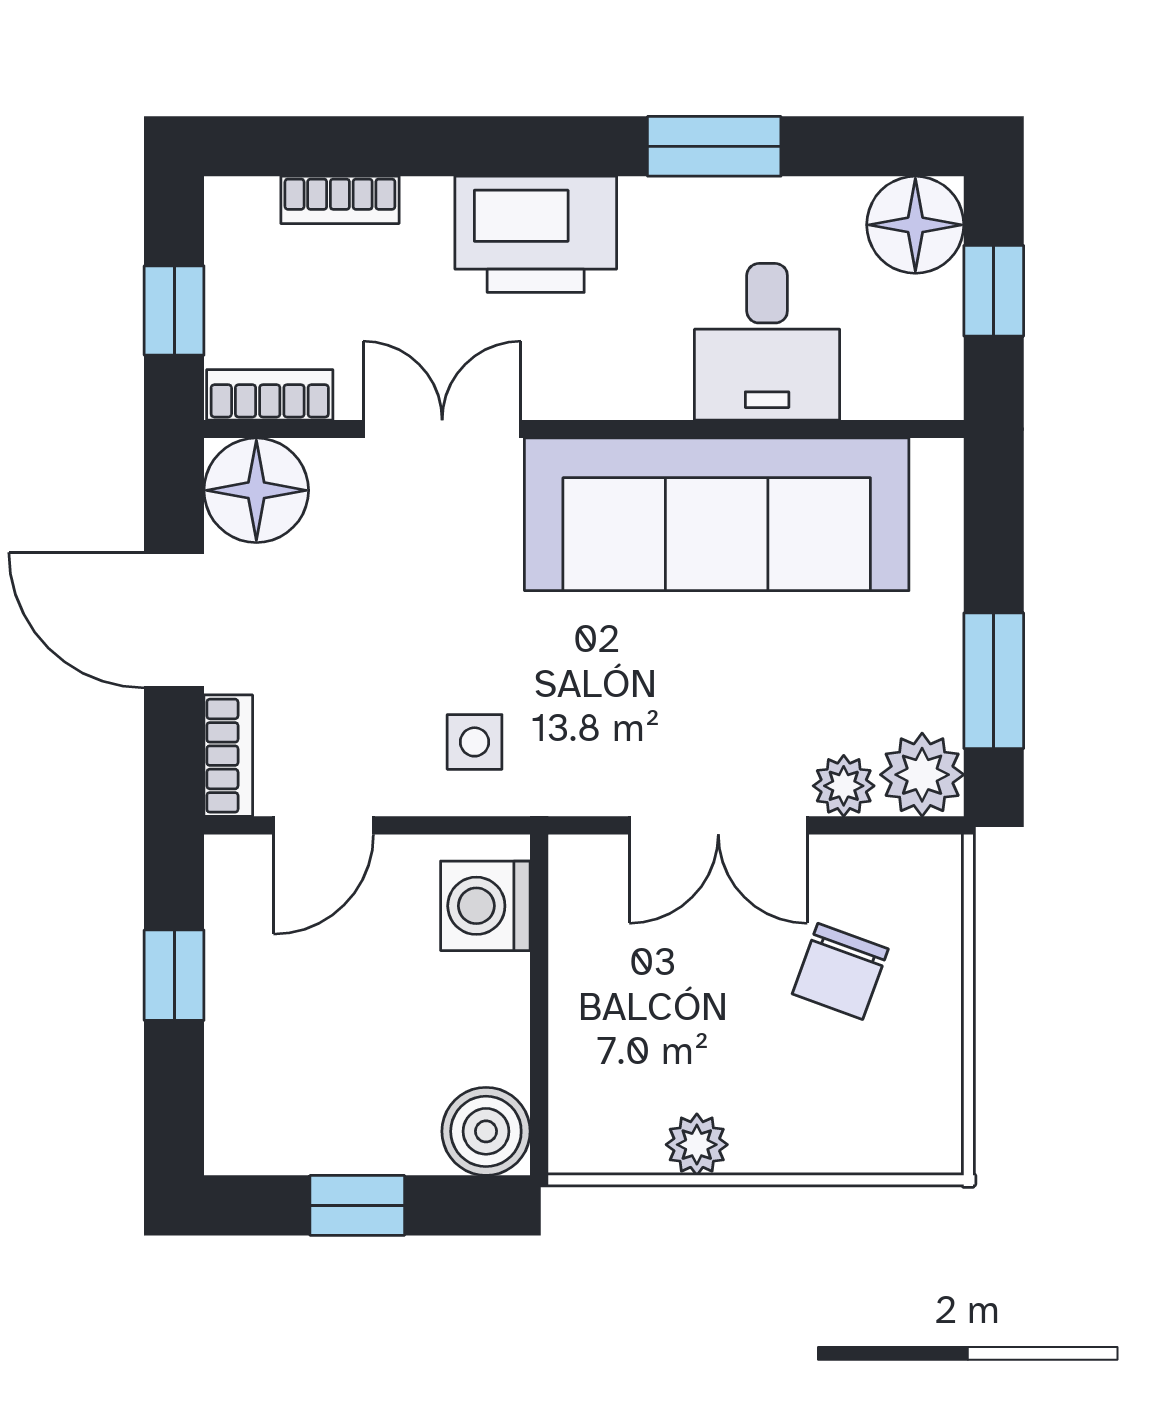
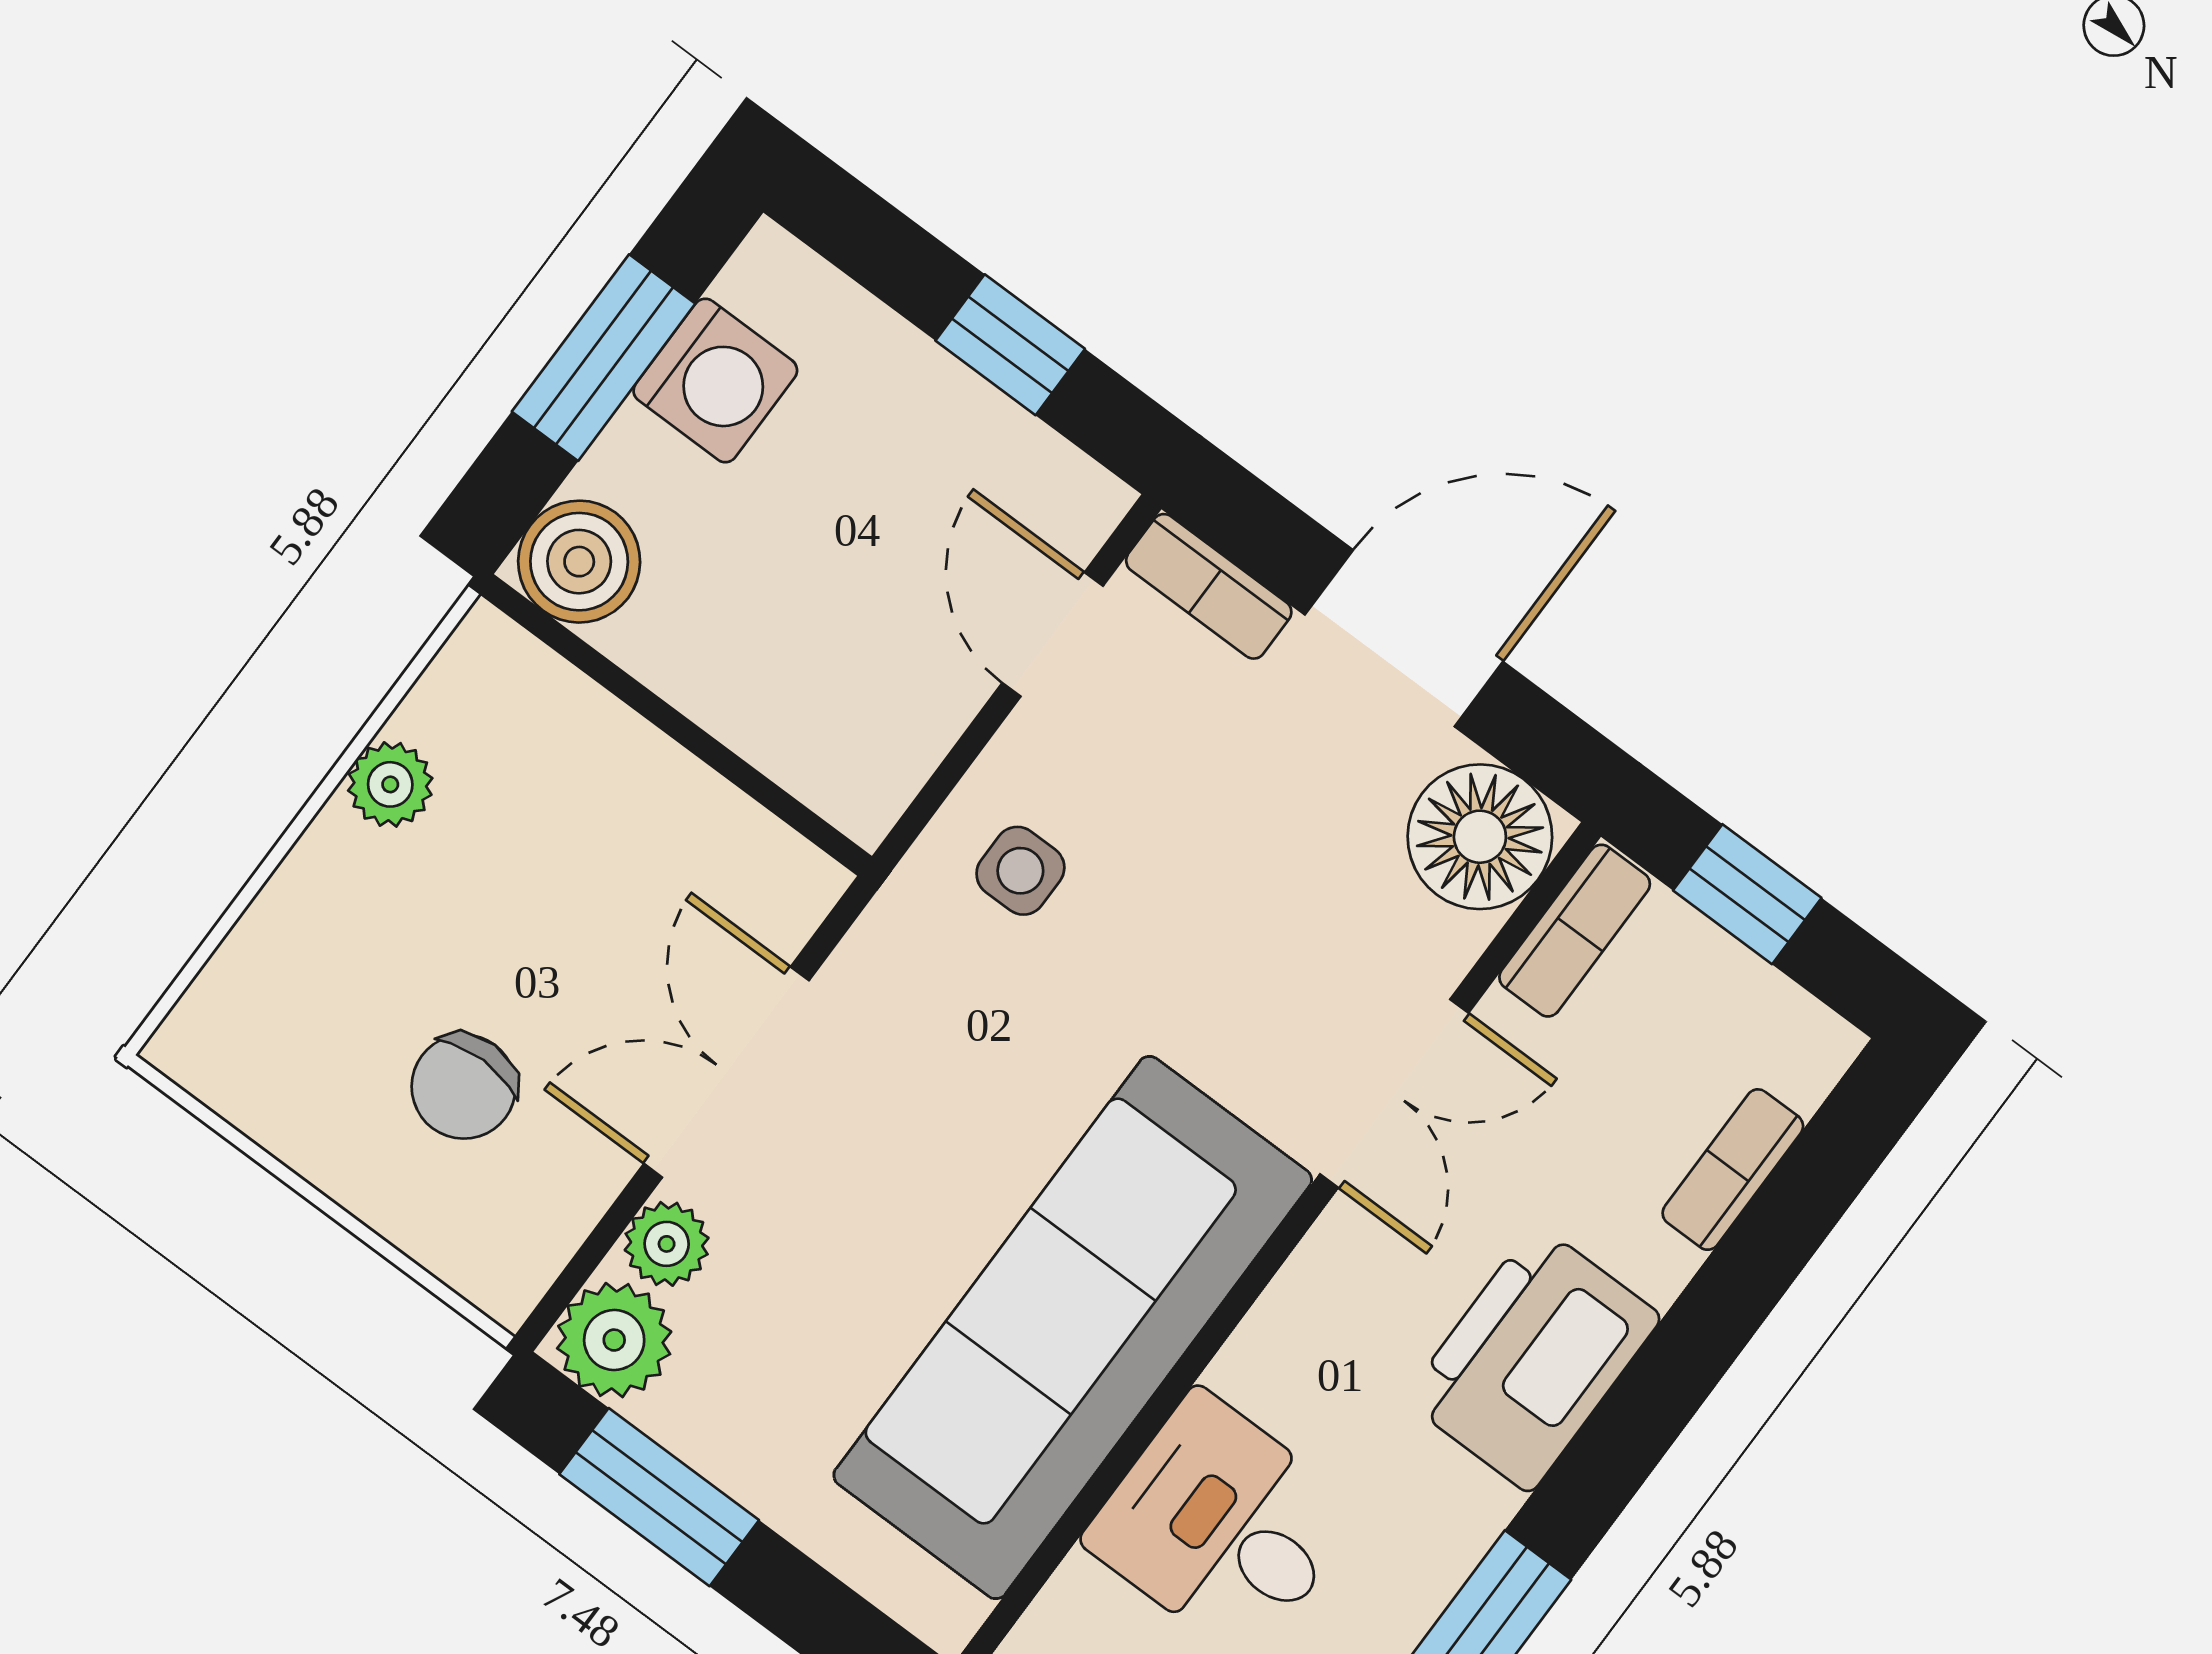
washing machine: (485, 906) -> (715, 380), moved, turned 90
chair: (840, 971) -> (464, 1087), turned -110
window: (357, 1205) -> (604, 358), width x1.50

